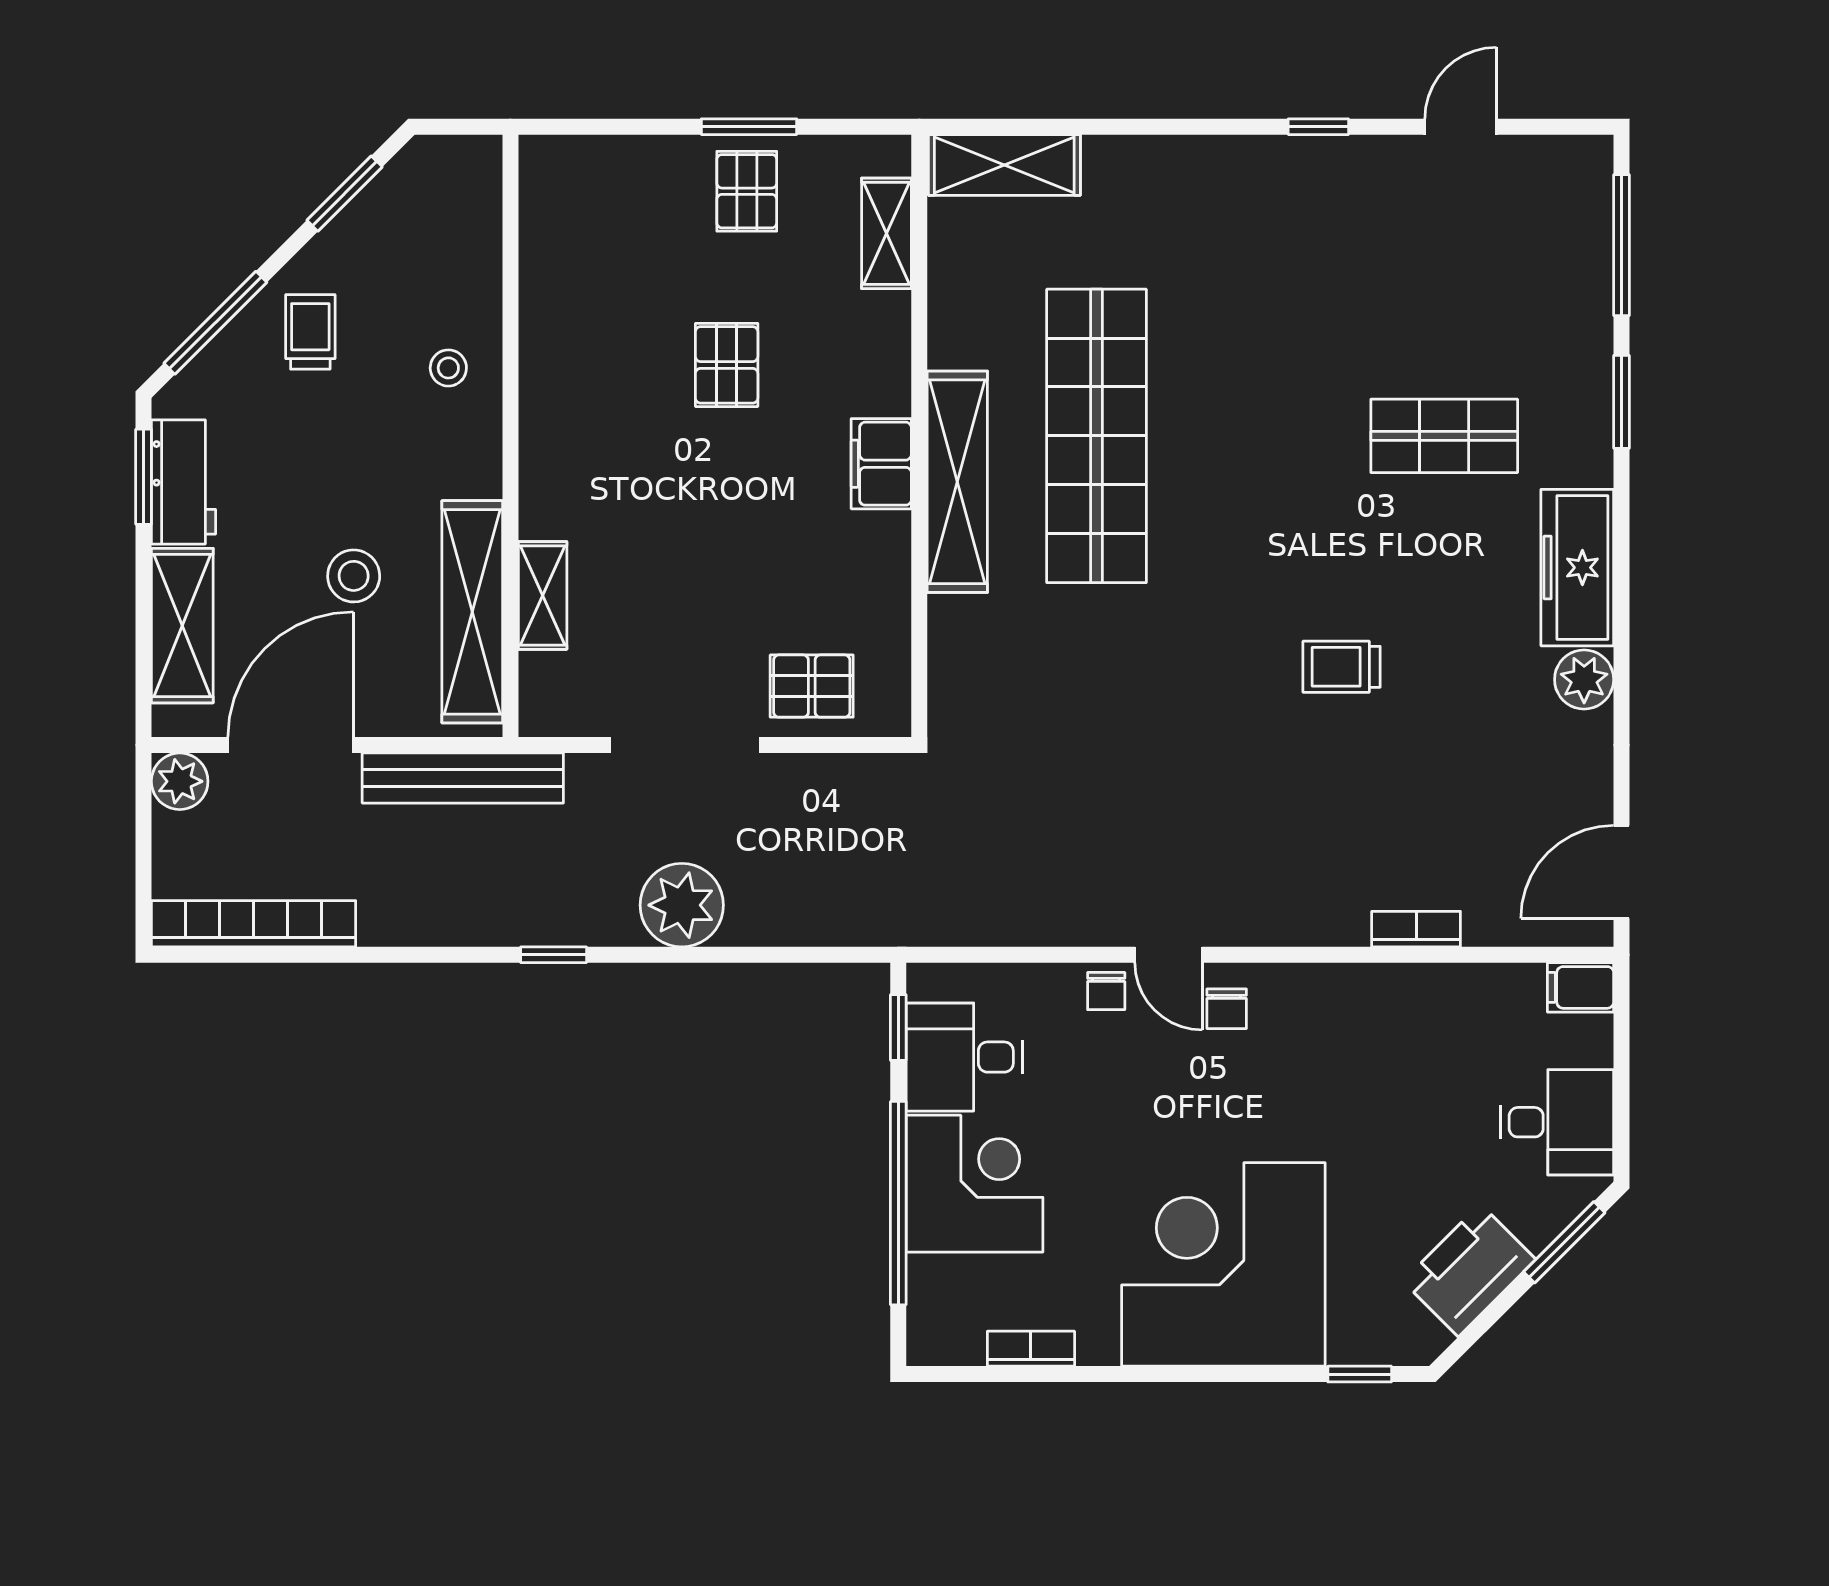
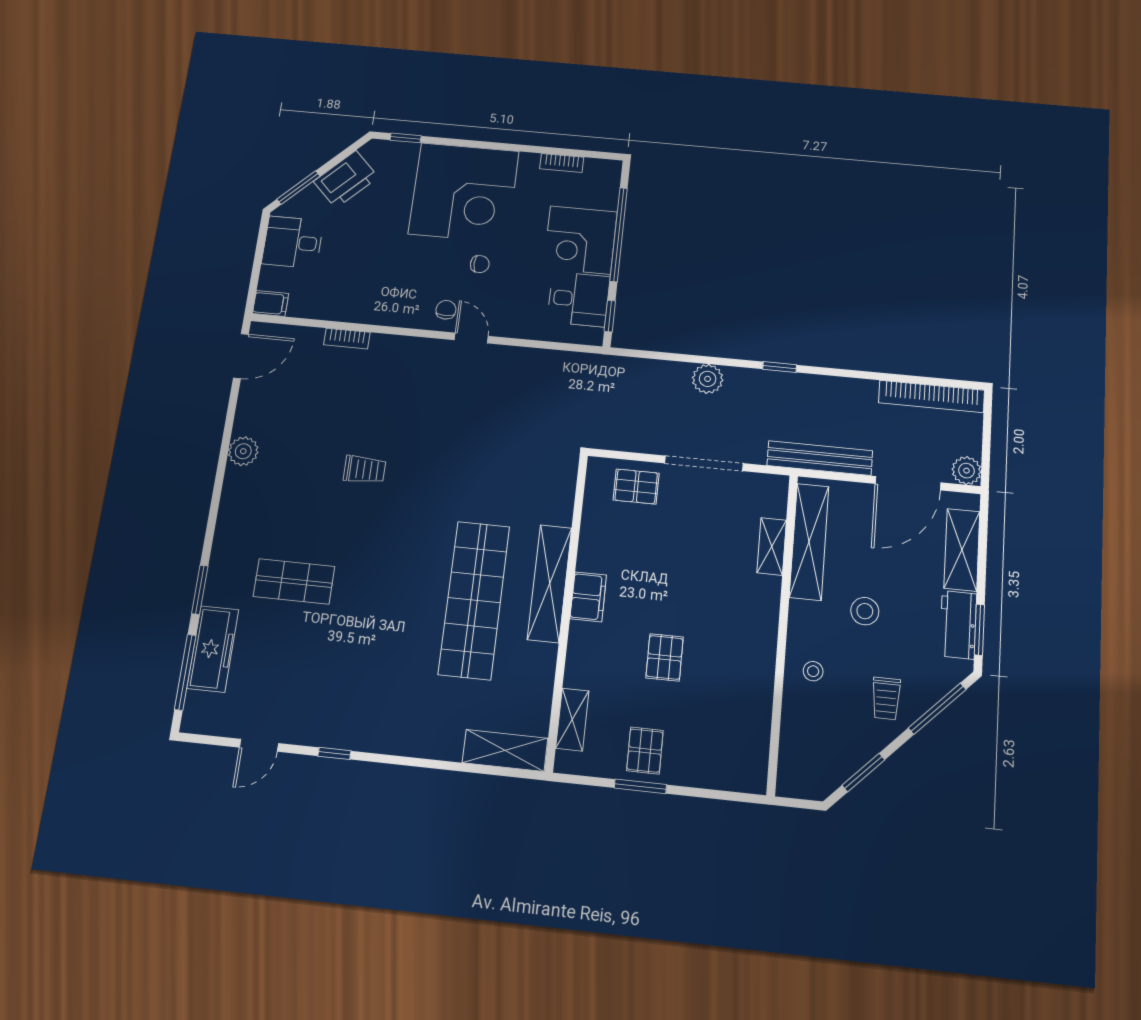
freezer: (1577, 568) -> (213, 649), moved
stool: (354, 576) -> (865, 611), moved
plant: (682, 905) -> (708, 379), width x0.73, depth x0.73
chair: (1106, 991) -> (480, 264), moved, turned 90

